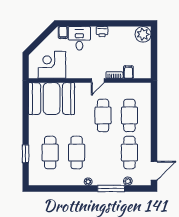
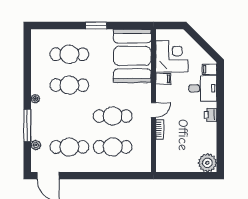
filing cabinet: (128, 72) -> (163, 79), moved
door: (98, 80) -> (154, 110), swing flipped
window: (26, 154) -> (96, 26), moved

